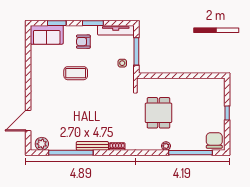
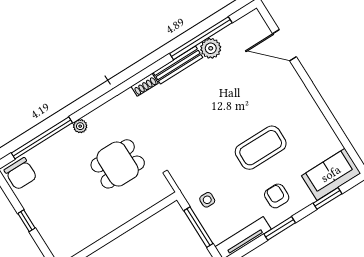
armchair: (83, 42) -> (277, 196), turned -90
coffee table: (76, 73) -> (261, 148), width x1.36, depth x1.32
dining table: (158, 113) -> (118, 164), turned 90
door: (28, 120) -> (284, 45), swing flipped
plant: (42, 144) -> (211, 48), moved

